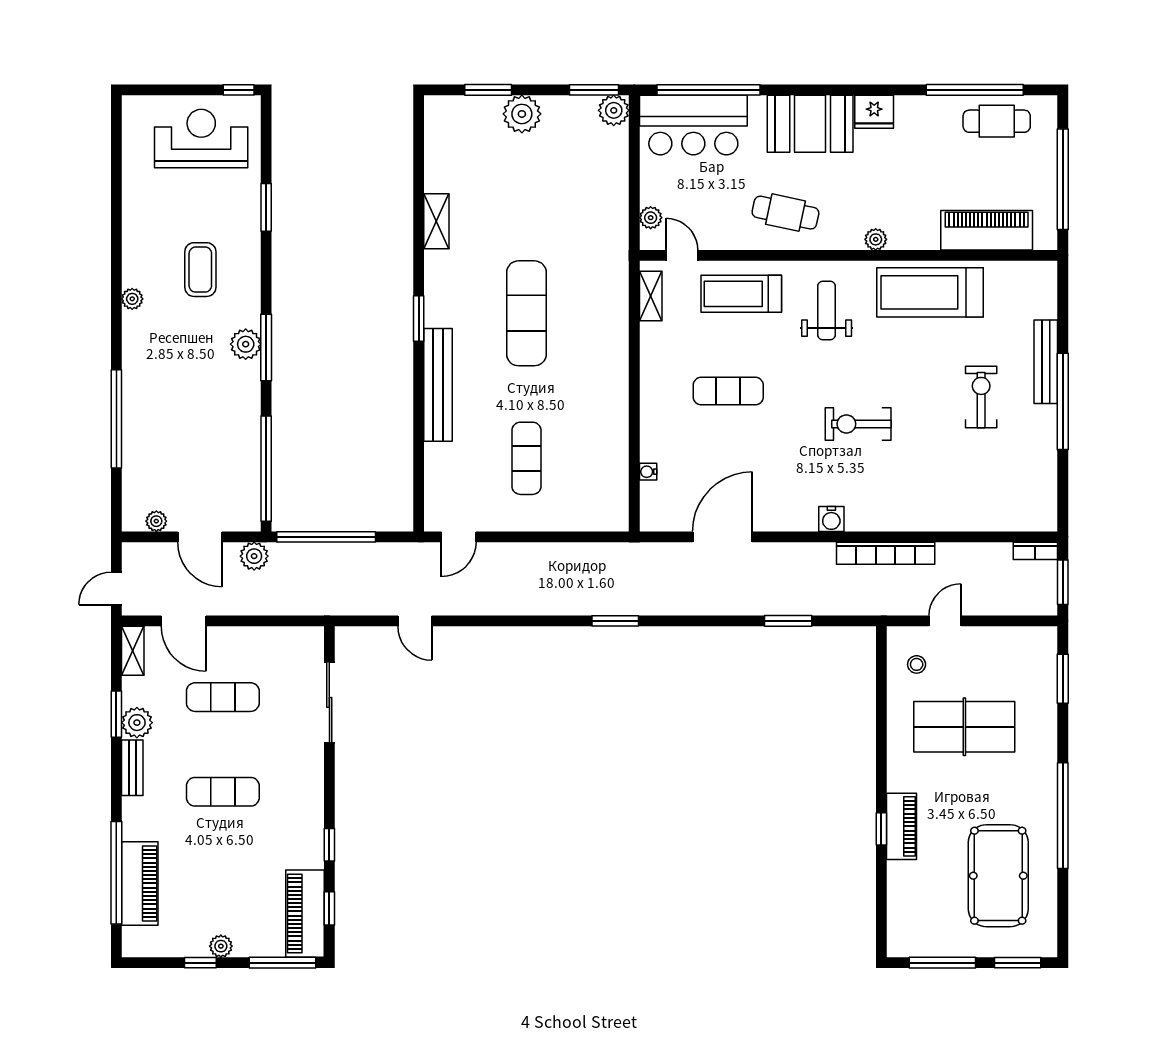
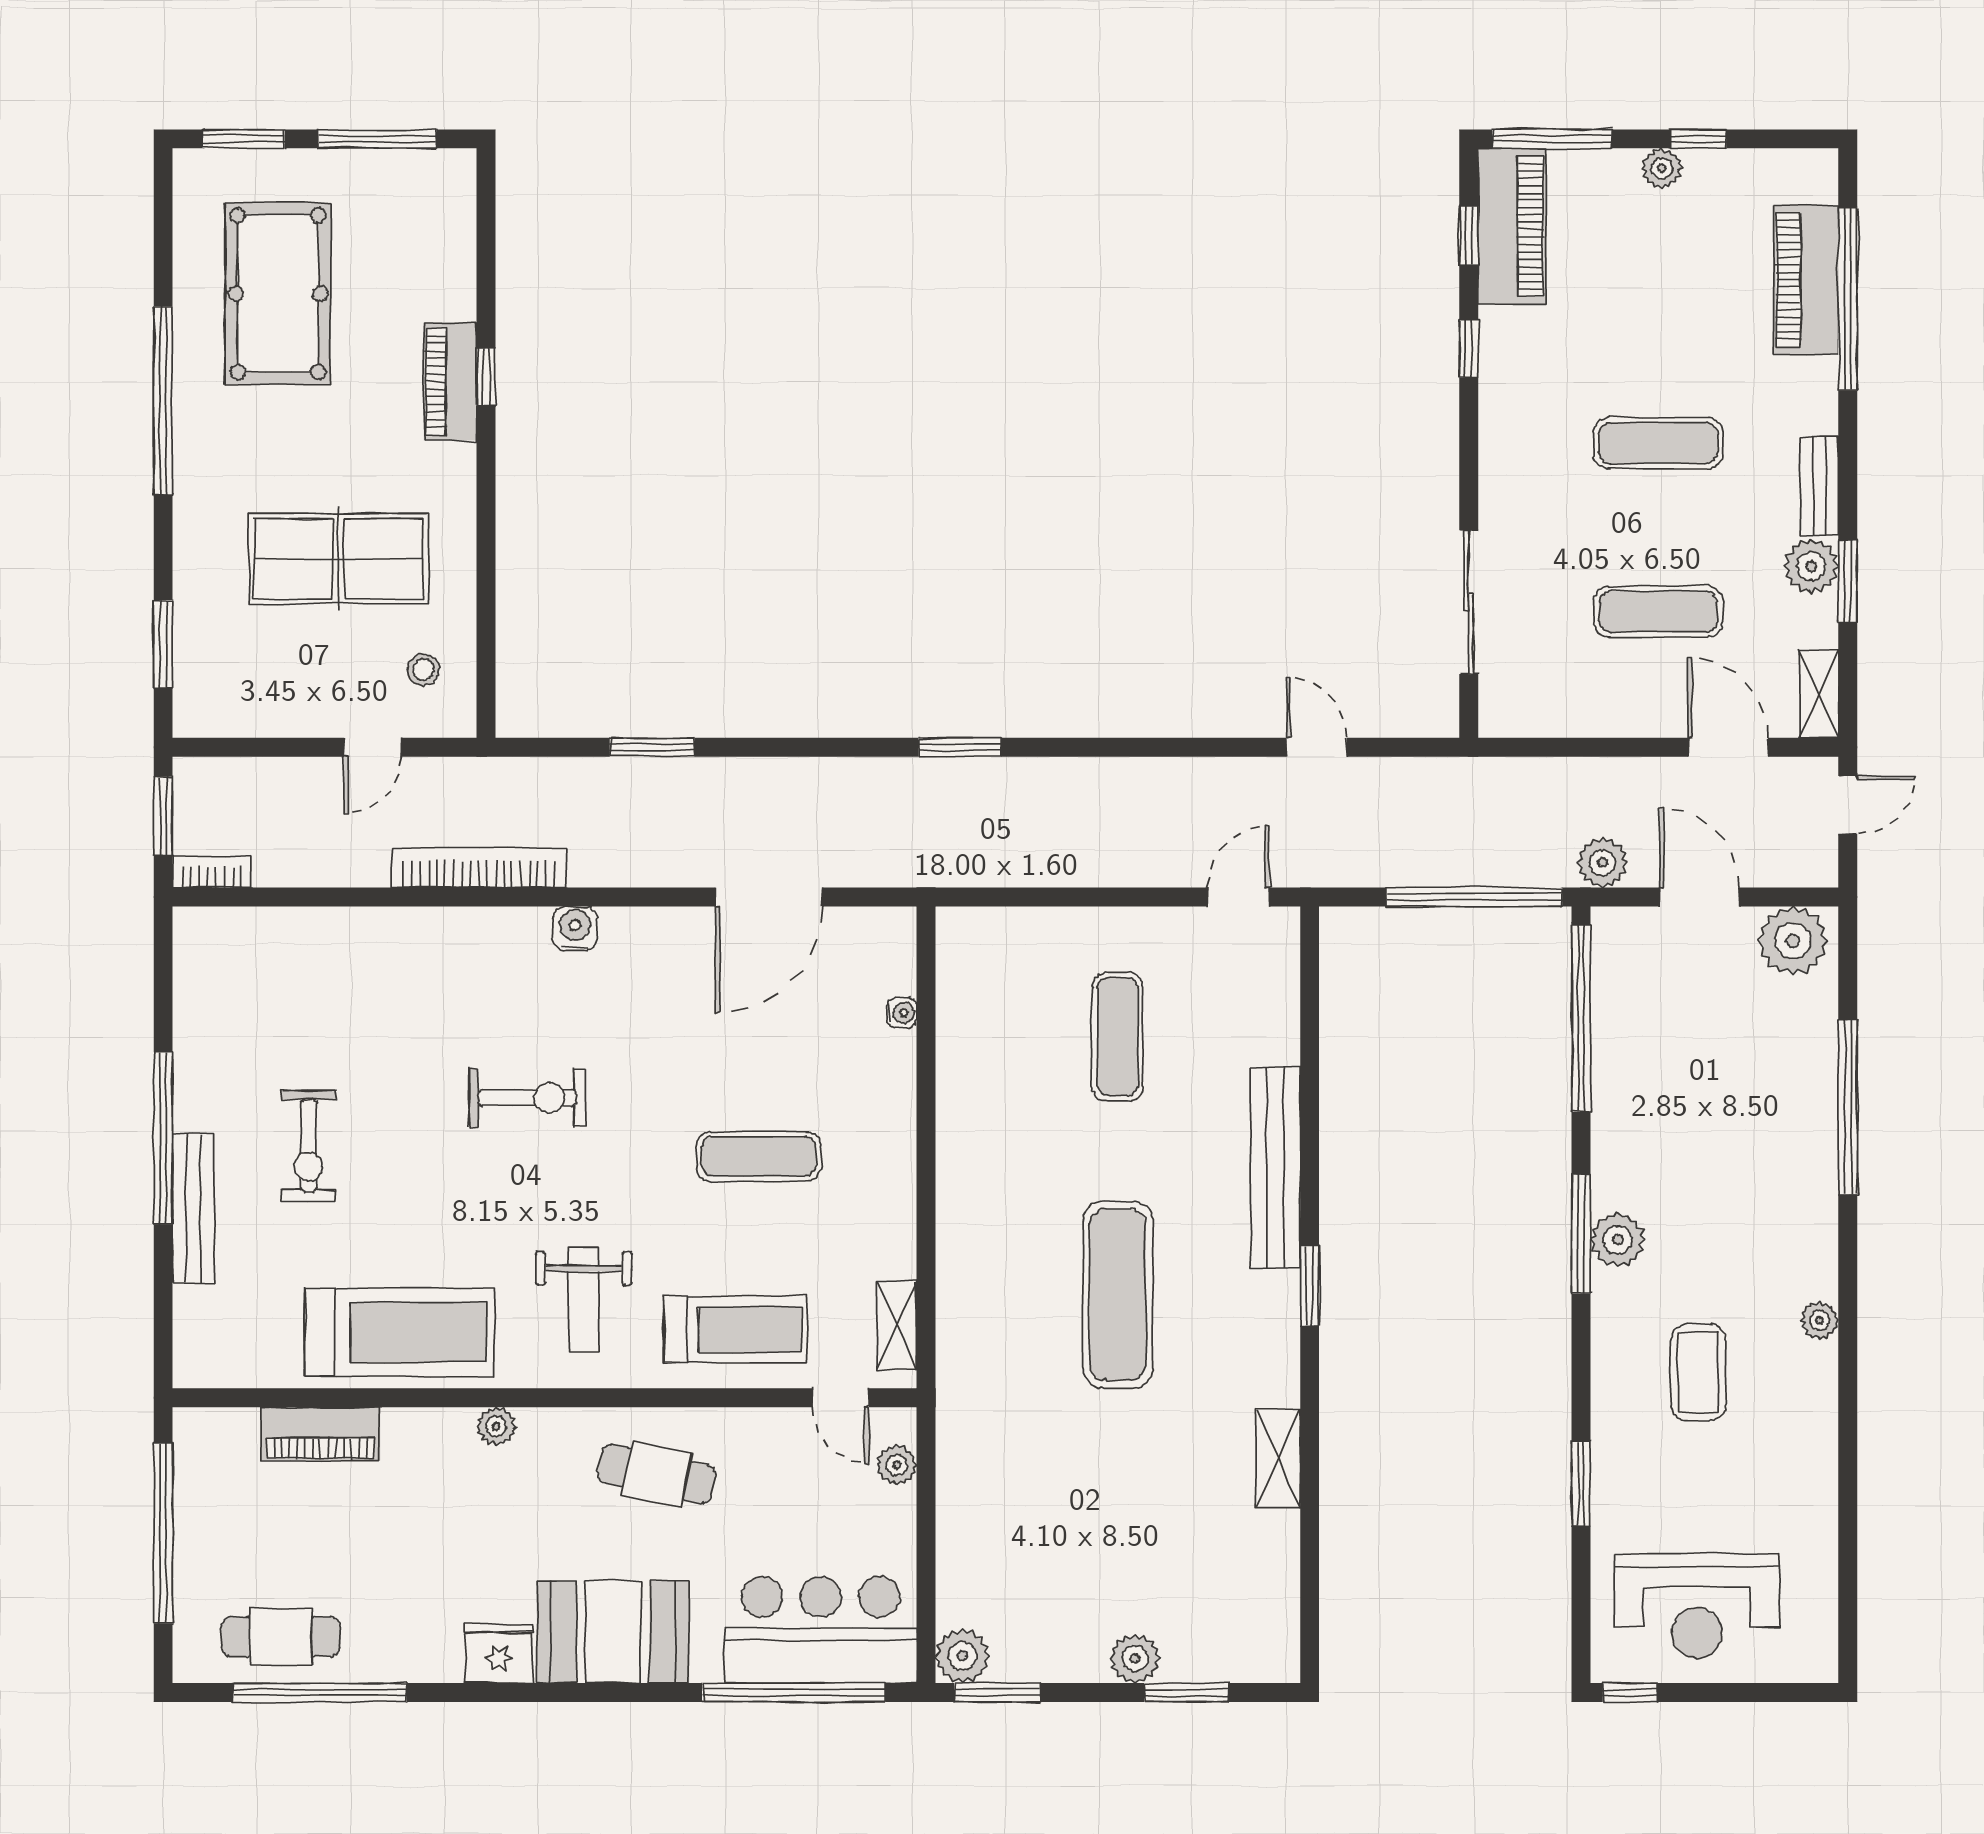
plant: (522, 114) -> (1135, 1659), width x0.73, depth x0.73
piano: (987, 230) -> (321, 1434), width x0.73, depth x0.75
plant: (156, 521) -> (1793, 941), width x1.87, depth x1.87

